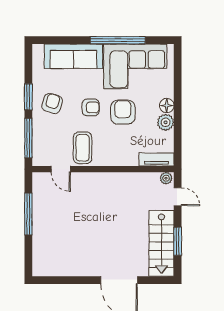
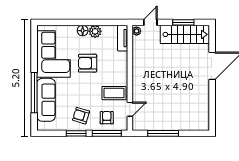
window: (118, 40) -> (34, 93), moved
armchair: (91, 107) -> (107, 118), moved

